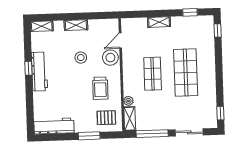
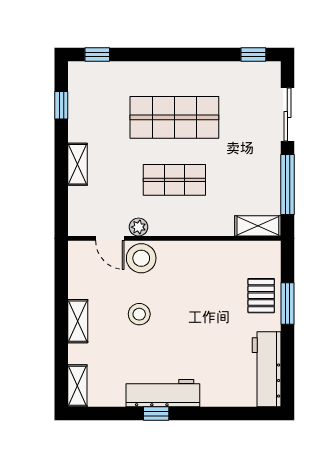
trolley: (100, 88) -> (198, 279), removed
plant: (128, 101) -> (139, 227), moved
pallet: (106, 118) -> (261, 296), moved

